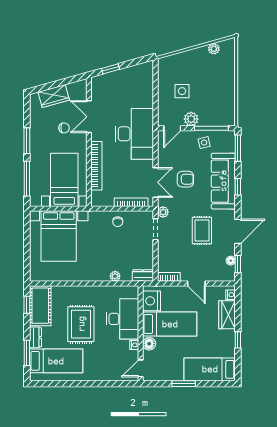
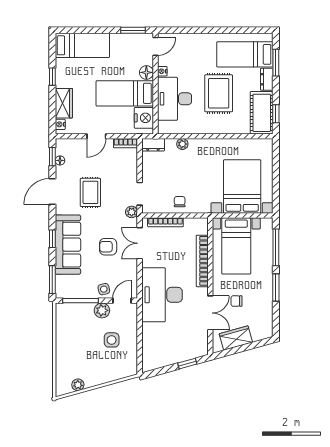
wardrobe: (54, 96) -> (236, 338), moved
side table: (204, 143) -> (104, 289), moved
door: (196, 284) -> (96, 136), swing flipped
window: (184, 384) -> (133, 30), moved

